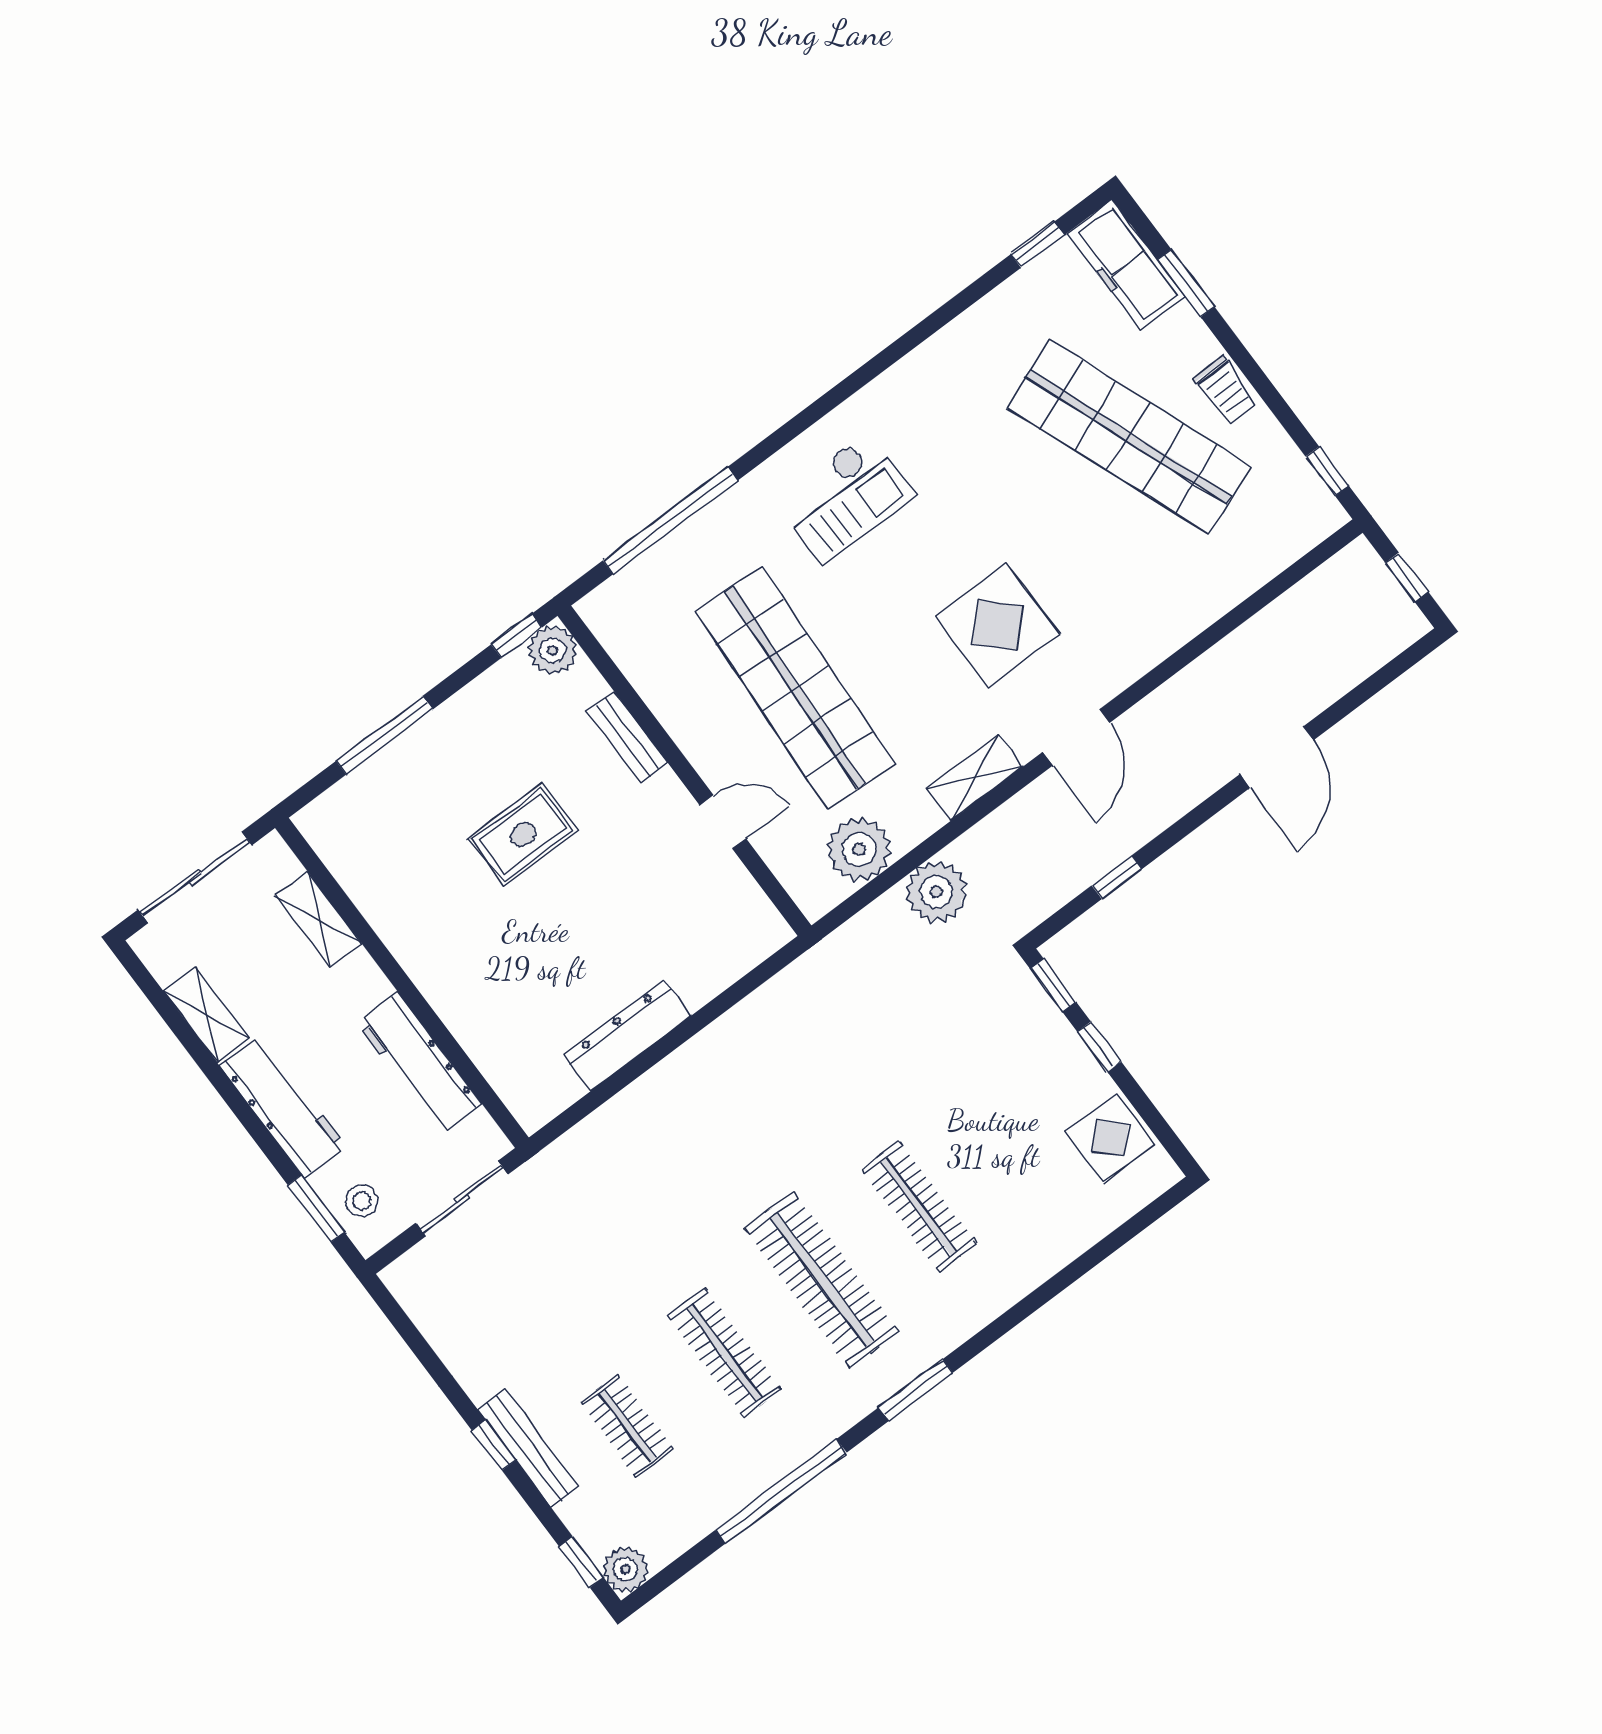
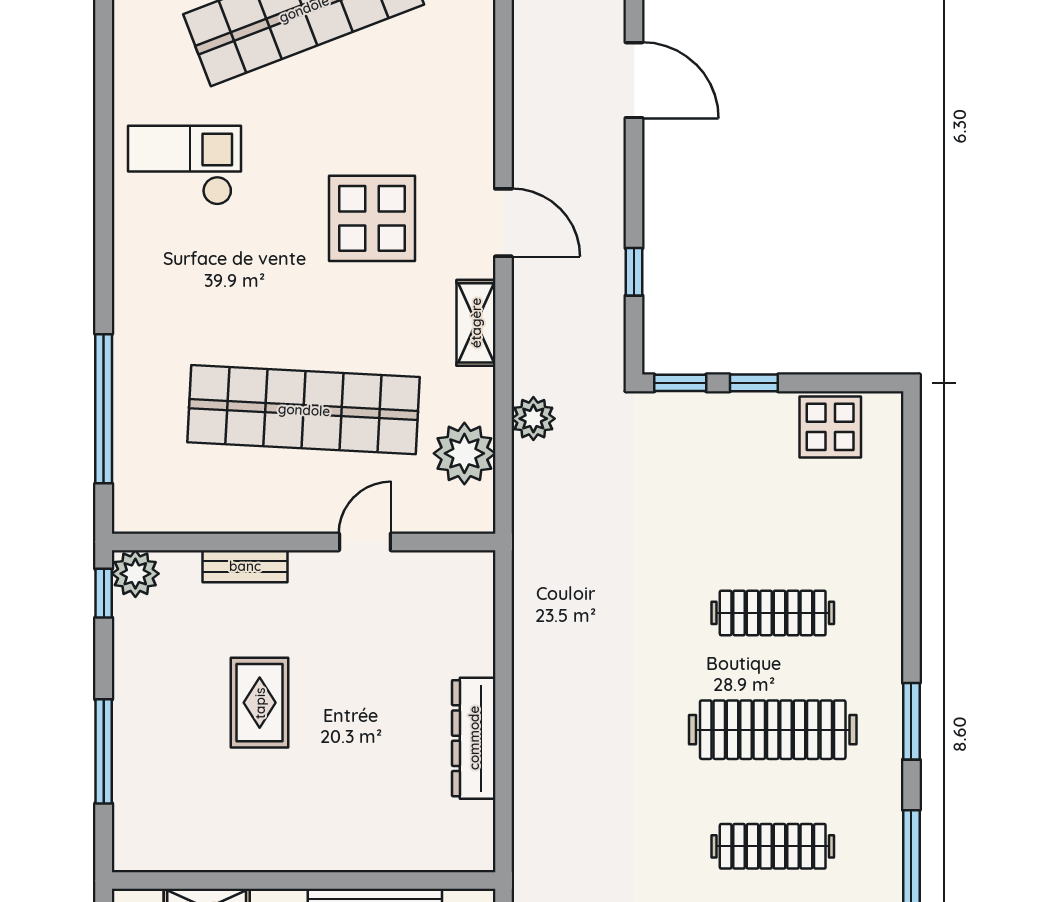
checkout: (845, 498) -> (184, 165), moved, turned -90
plant: (936, 892) -> (533, 419), width x0.73, depth x0.73

